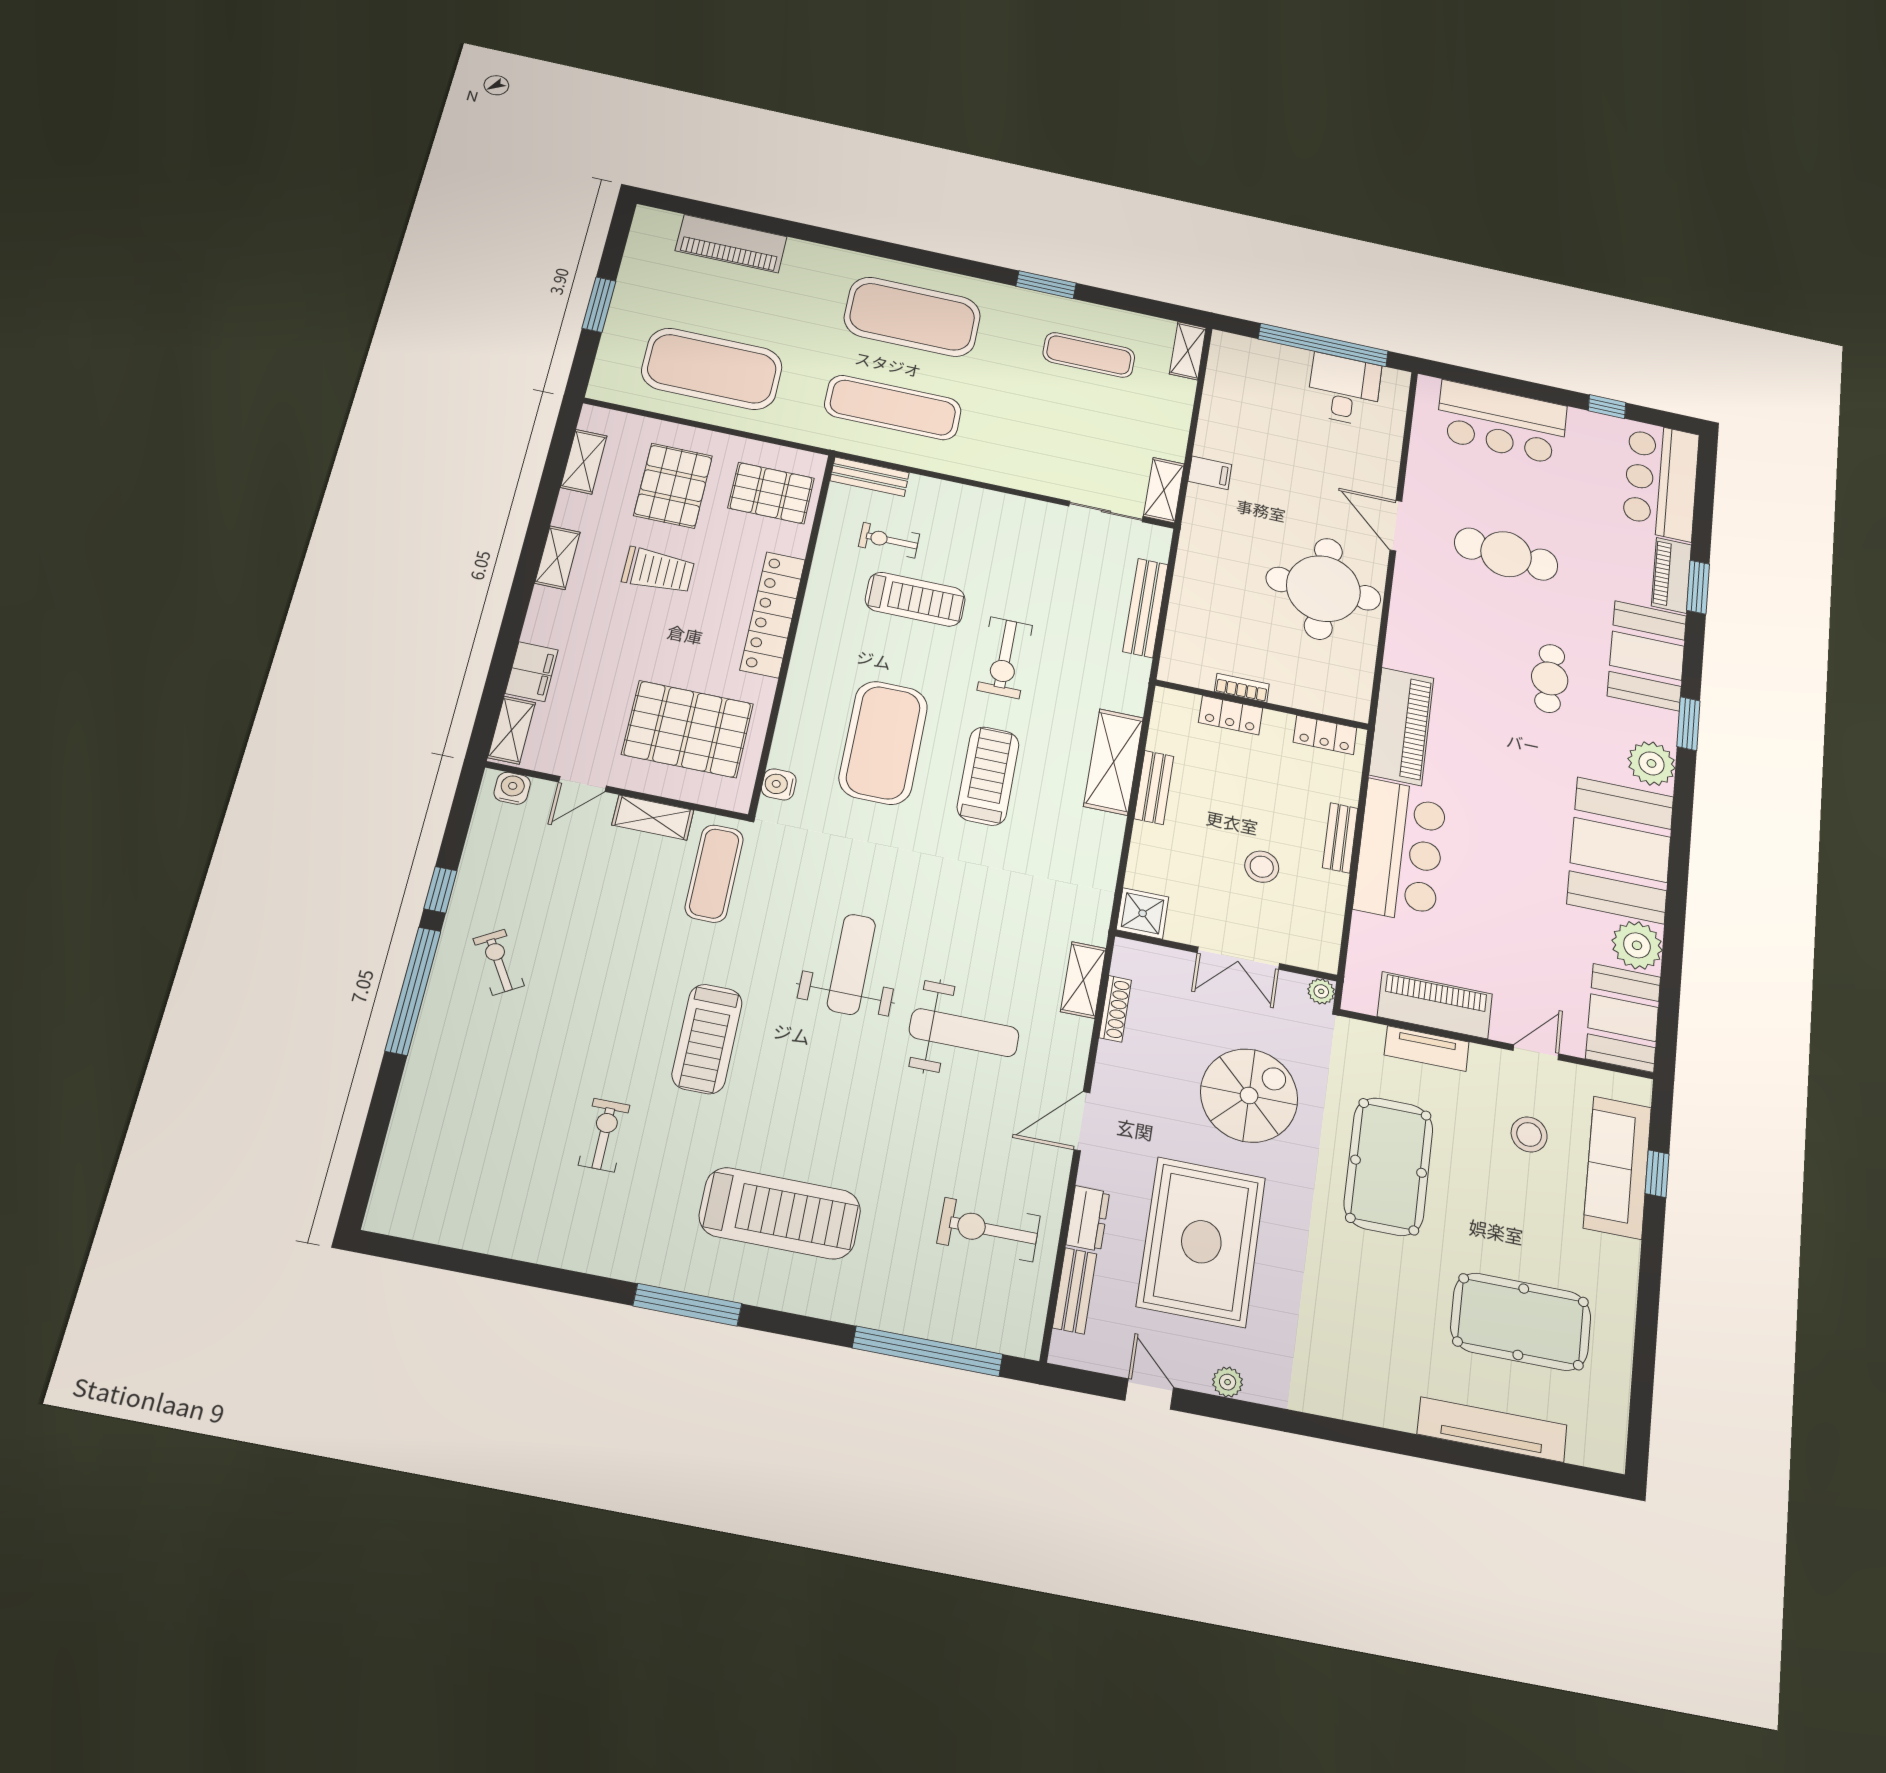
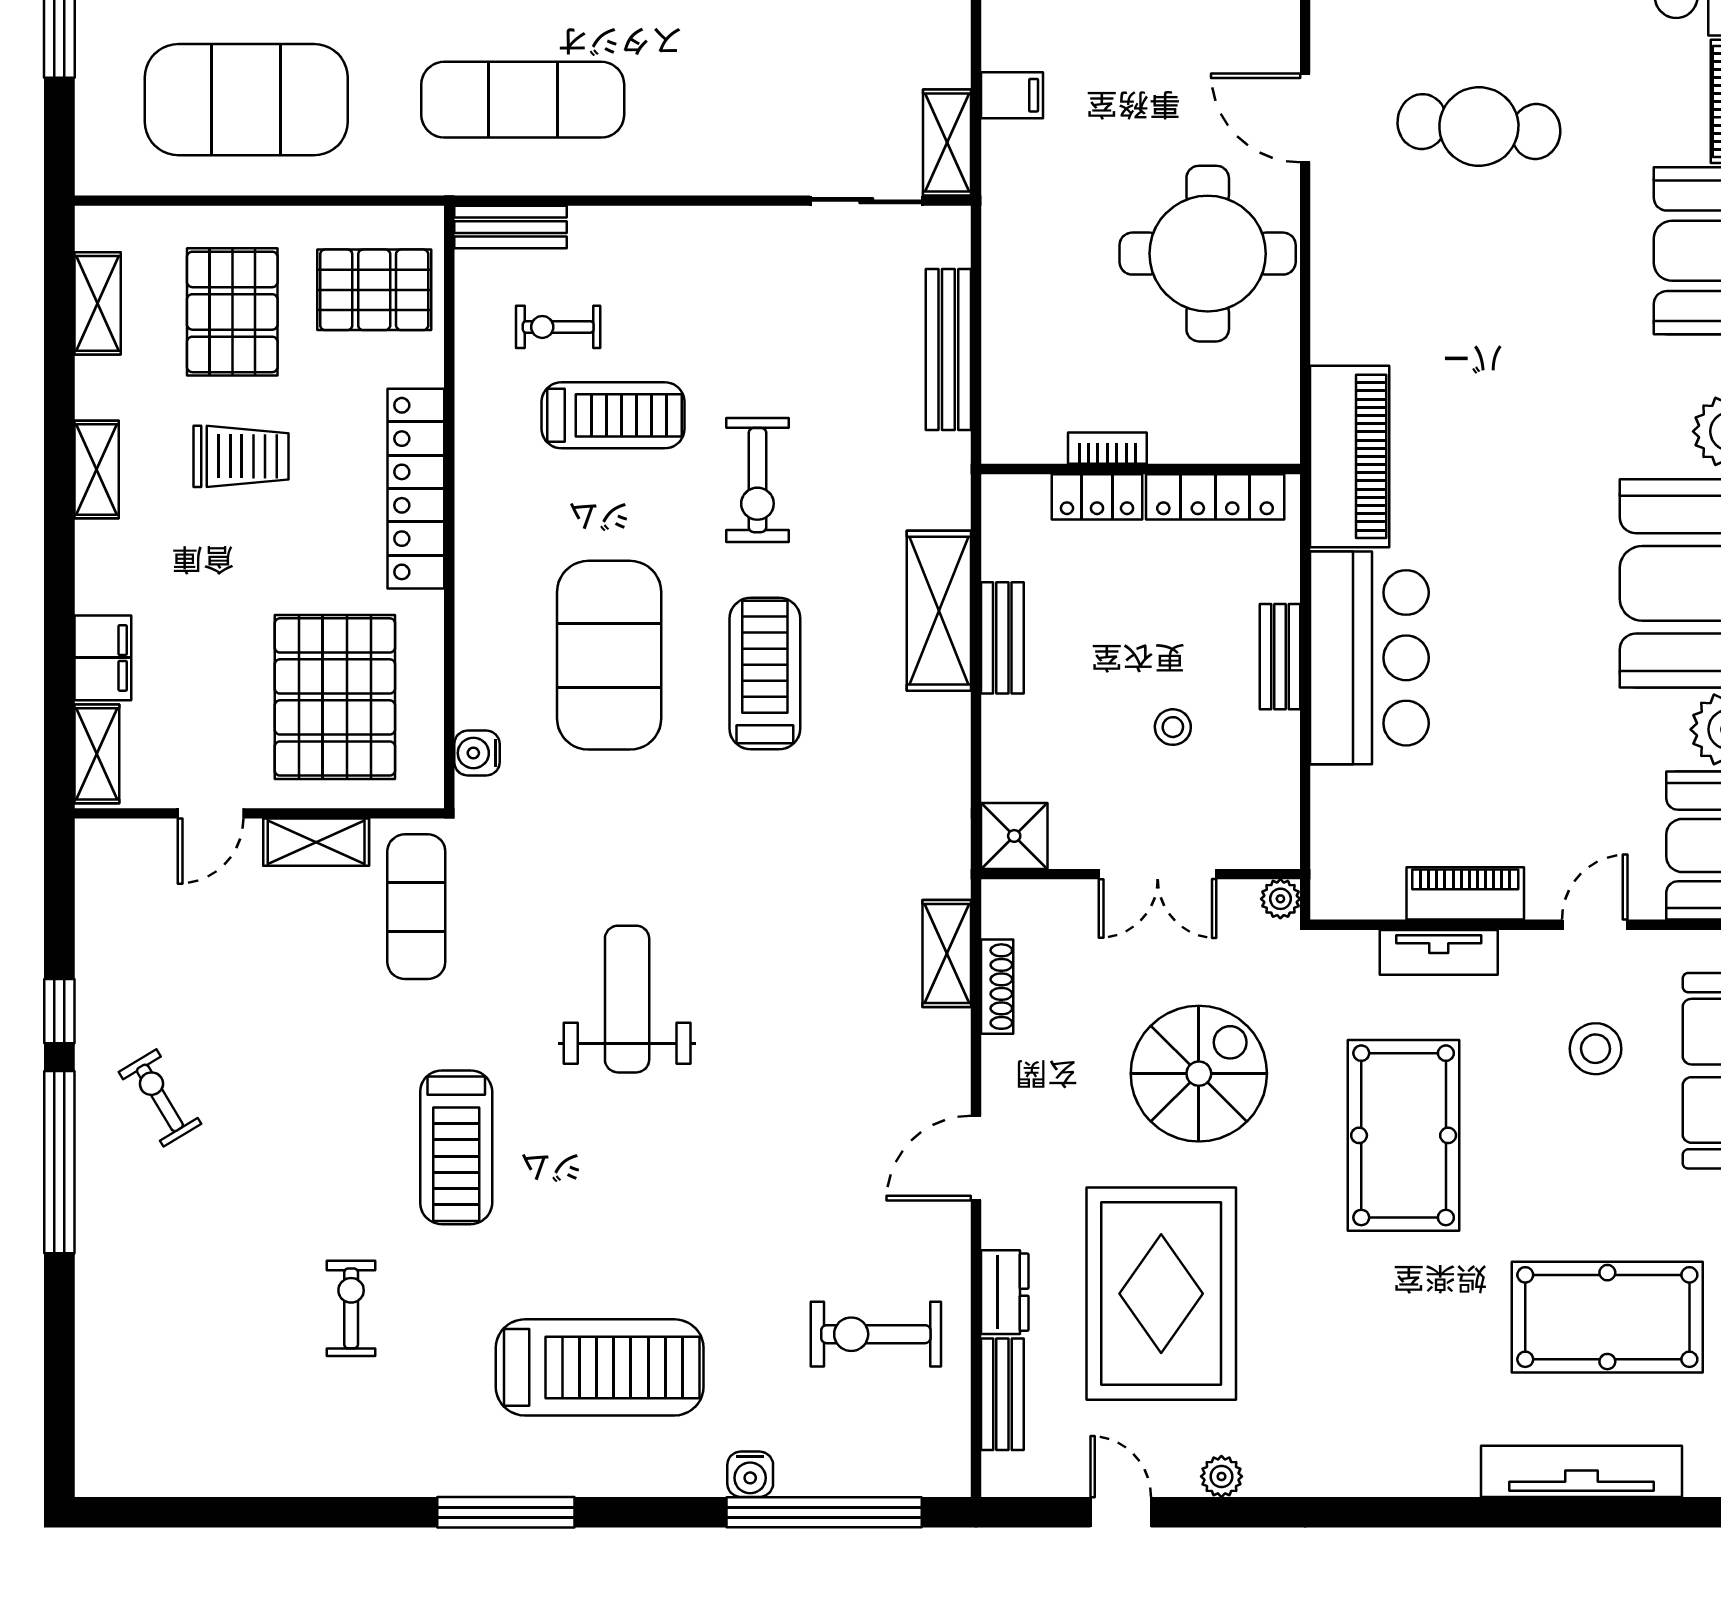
cafe table: (1550, 678) -> (1564, 325), removed
pallet: (688, 729) -> (335, 697), turned 90
locker: (1325, 735) -> (1215, 497), width x1.53
water cooler: (512, 788) -> (750, 1474), moved, turned 180
stool: (1262, 867) -> (1173, 727), width x0.73, depth x0.73
piano: (1435, 1005) -> (1465, 893), width x0.73, depth x0.75
weight bench: (964, 1033) -> (797, 1065), removed

